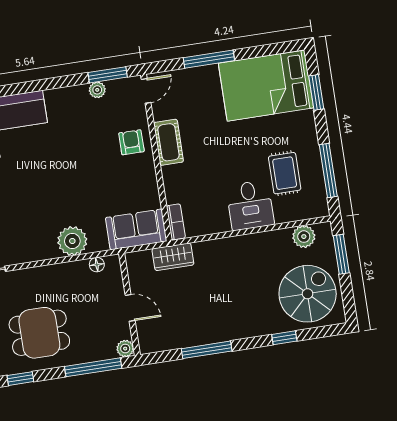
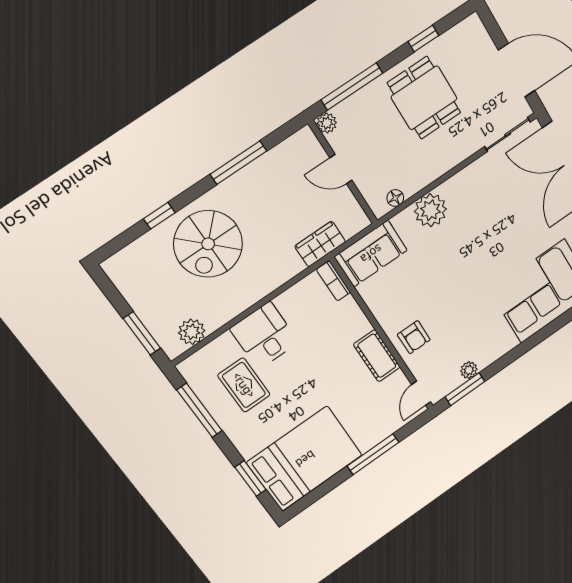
spiral stairs: (308, 294) -> (208, 244), moved
dining table: (39, 333) -> (424, 98), turned 90

